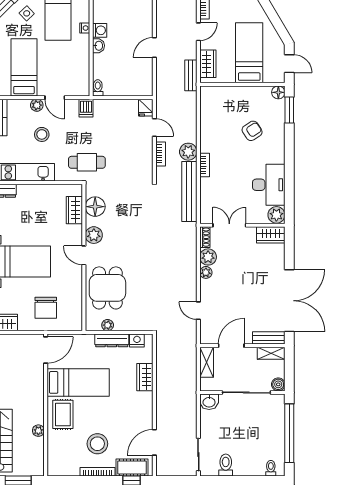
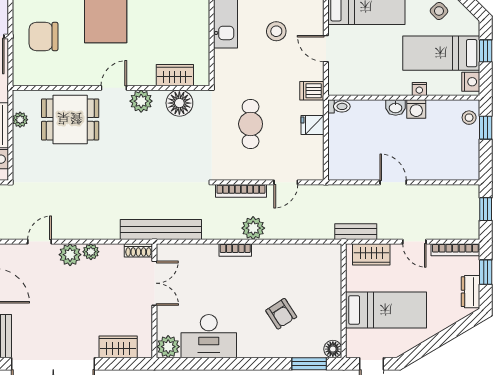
door: (55, 98) -> (326, 49), hinge flipped
plant: (37, 105) -> (316, 25), removed
fridge: (146, 108) -> (313, 125), moved
bookcase: (161, 154) -> (241, 191), width x1.56
cafe table: (87, 162) -> (251, 124), moved
bench: (189, 192) -> (161, 230), moved
wardrobe: (271, 235) -> (118, 347), moved, turned 90
plant: (208, 257) -> (70, 255), moved

